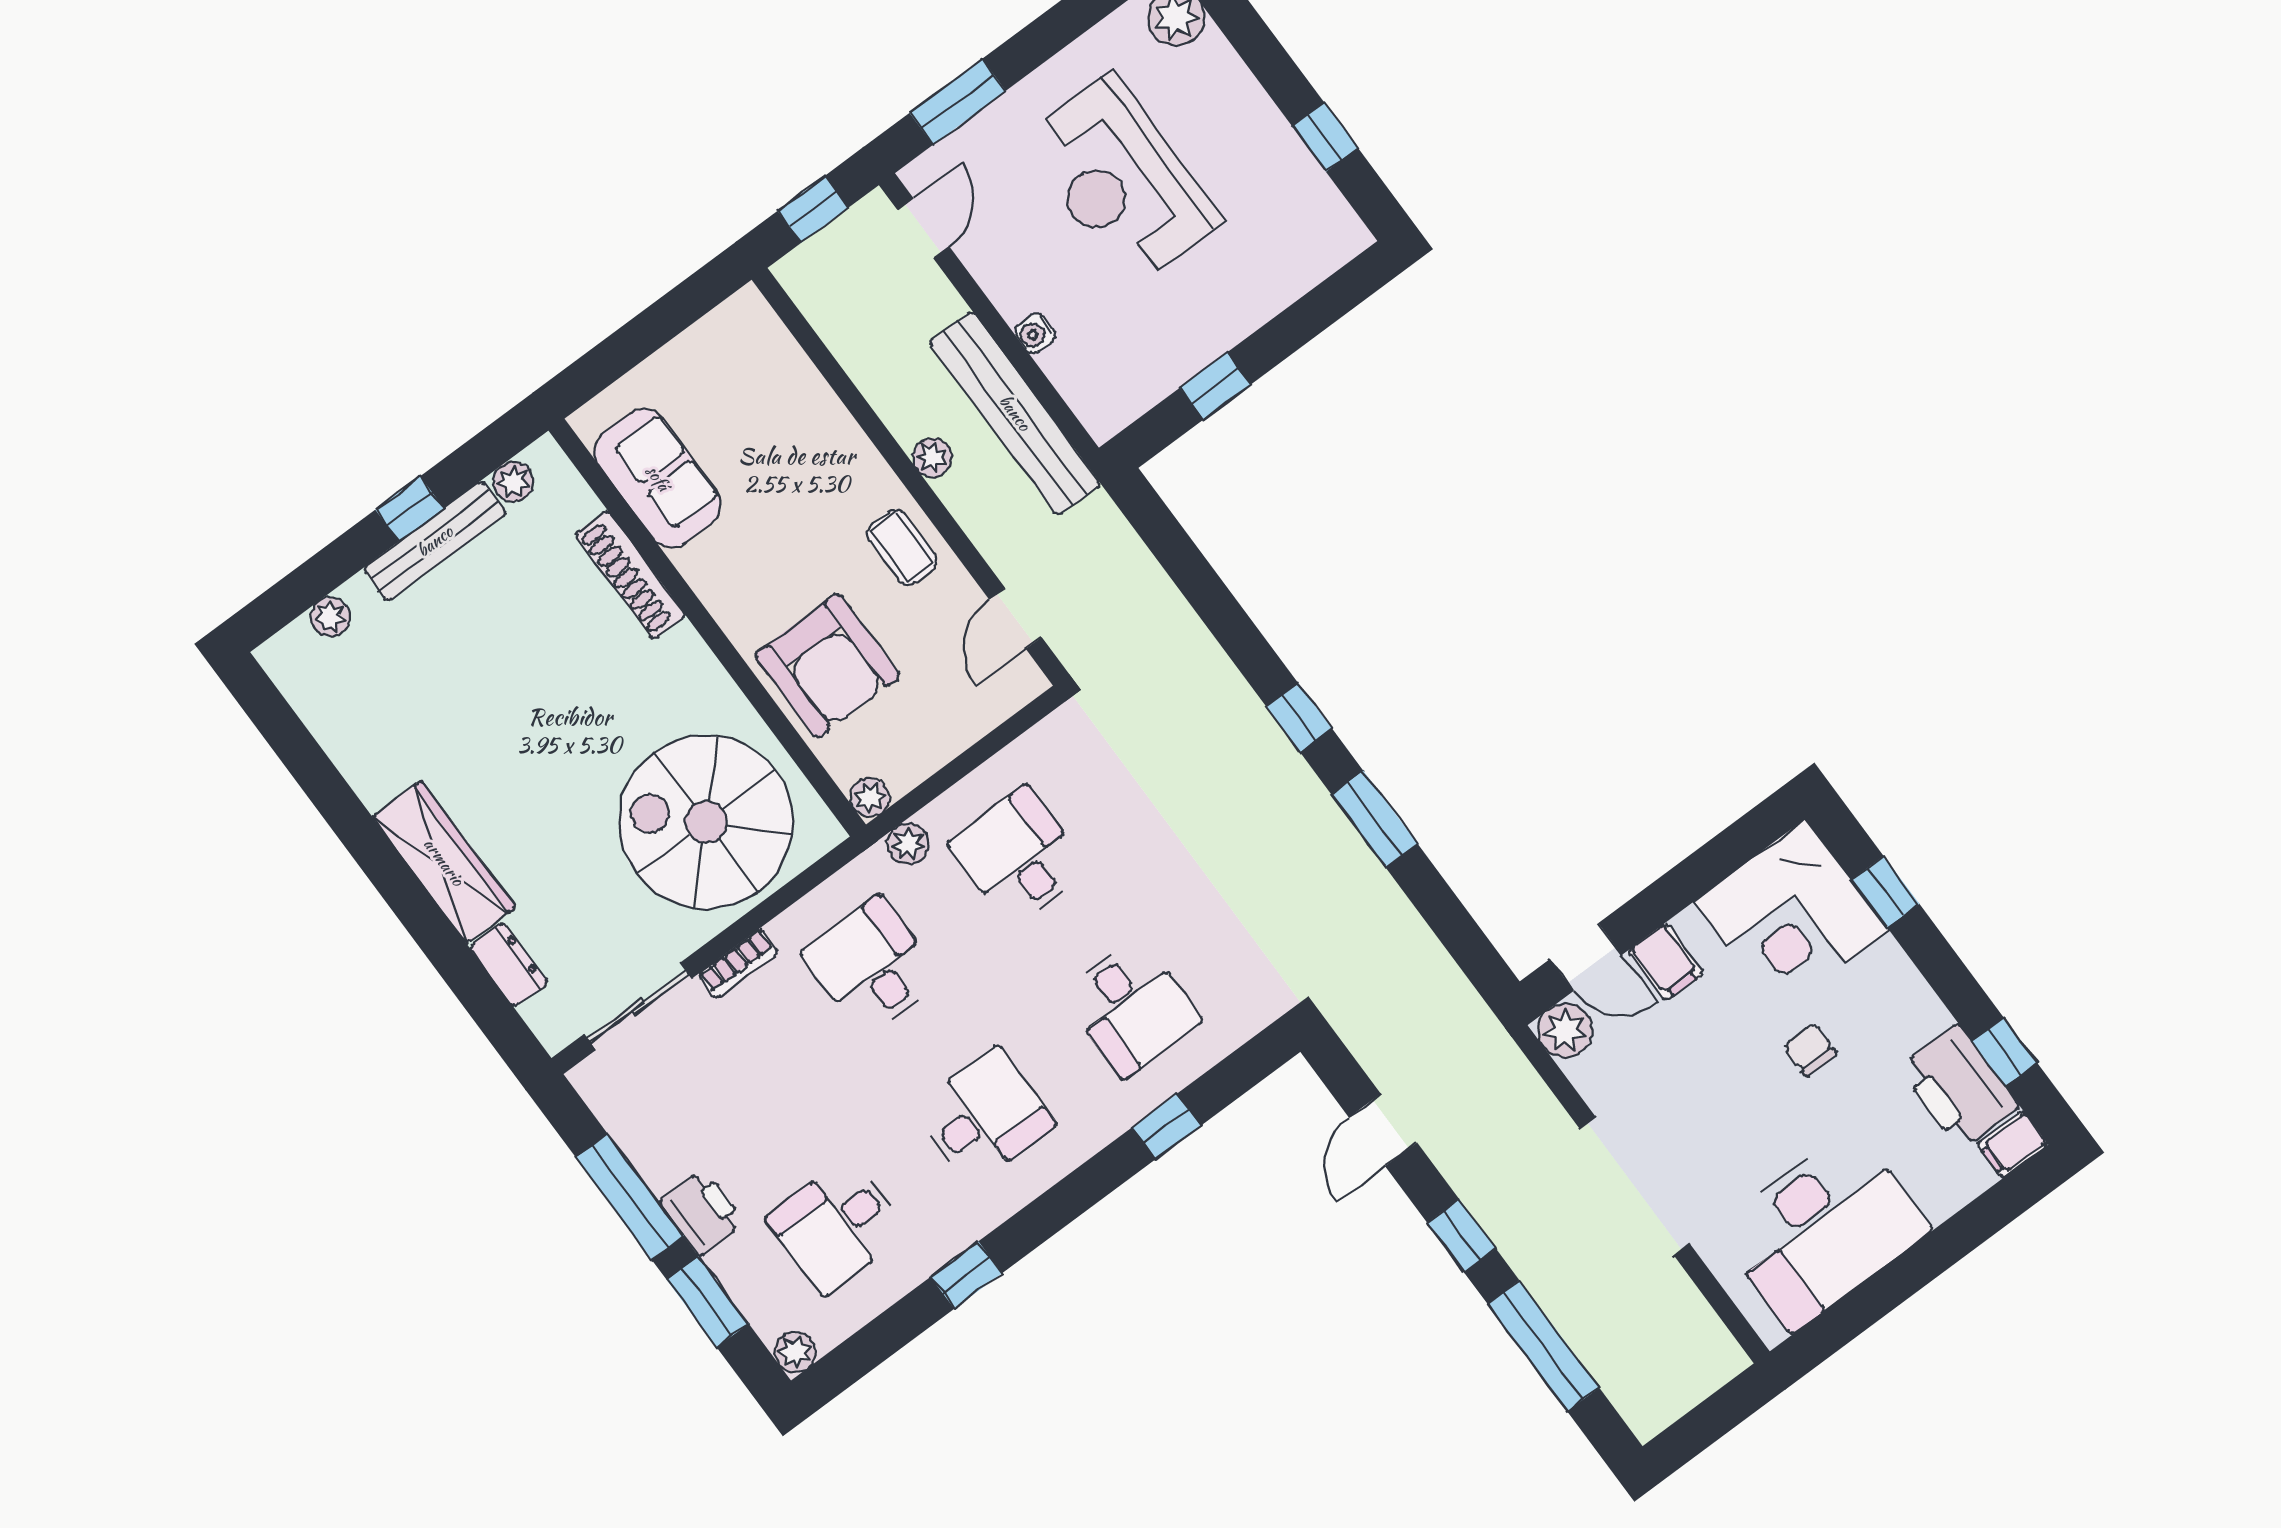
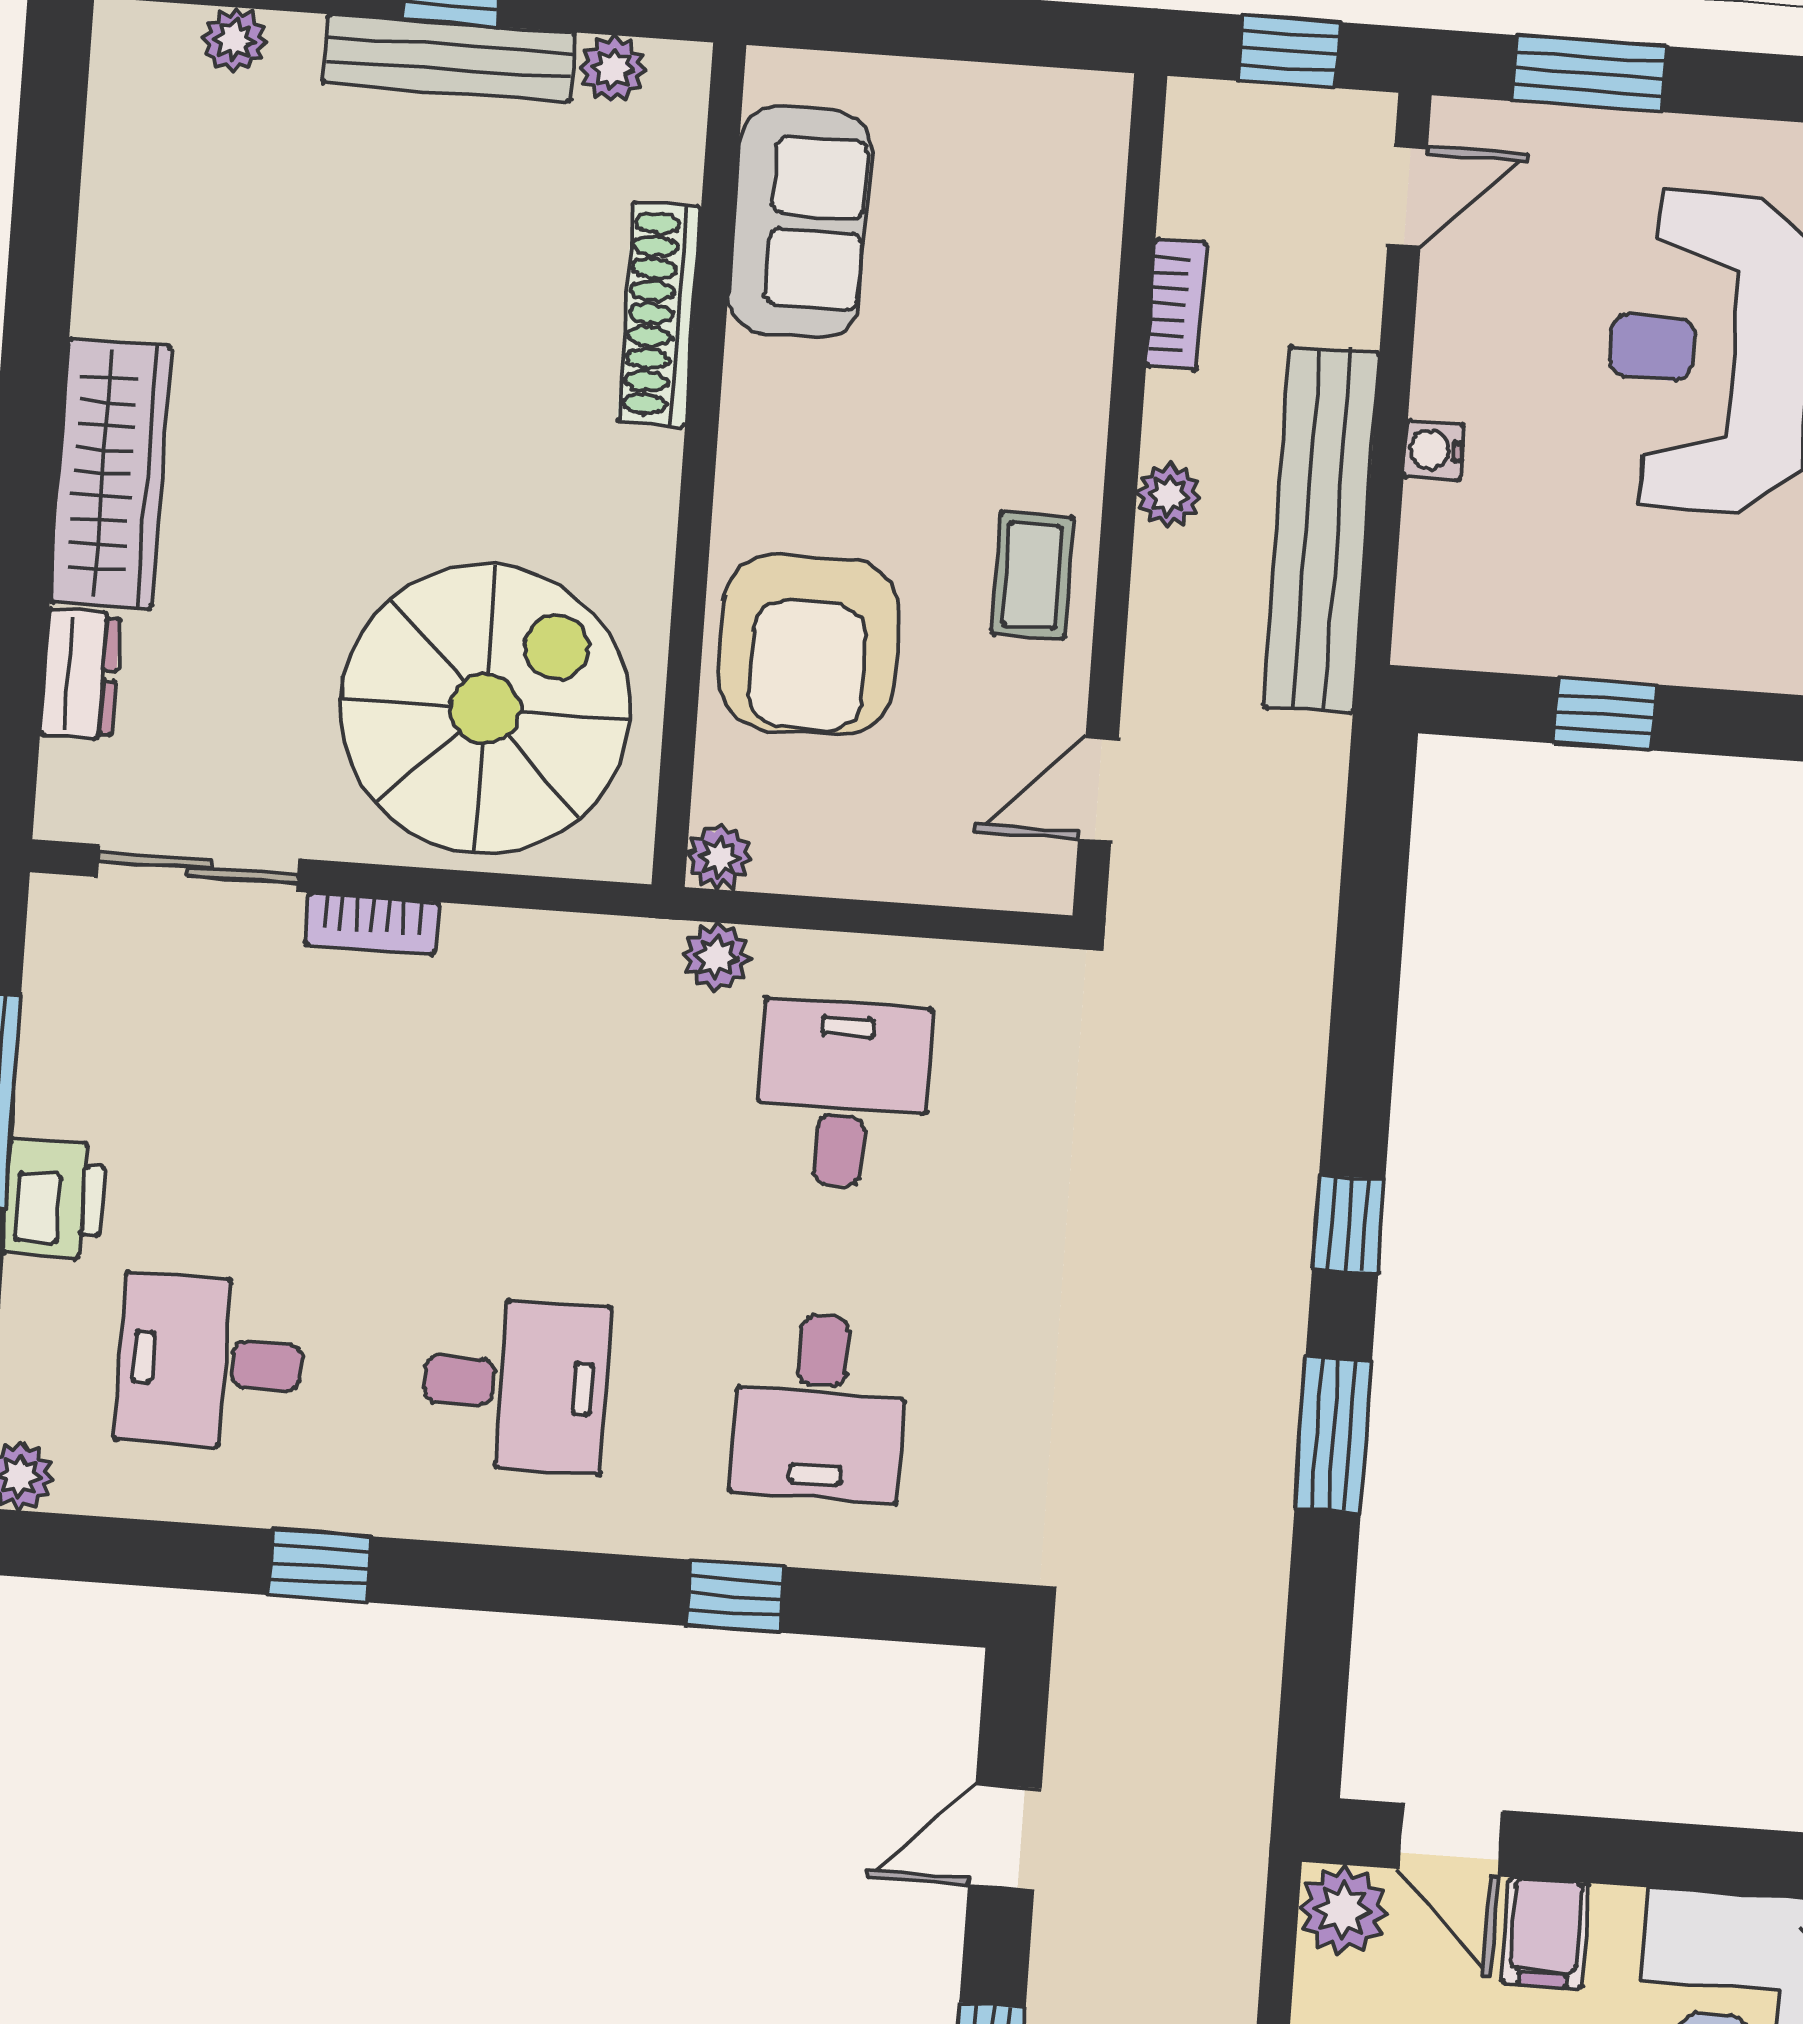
bookcase: (861, 368) -> (1176, 304), added
spiral stairs: (706, 822) -> (485, 709), turned 90
desk: (872, 966) -> (538, 1072), removed

